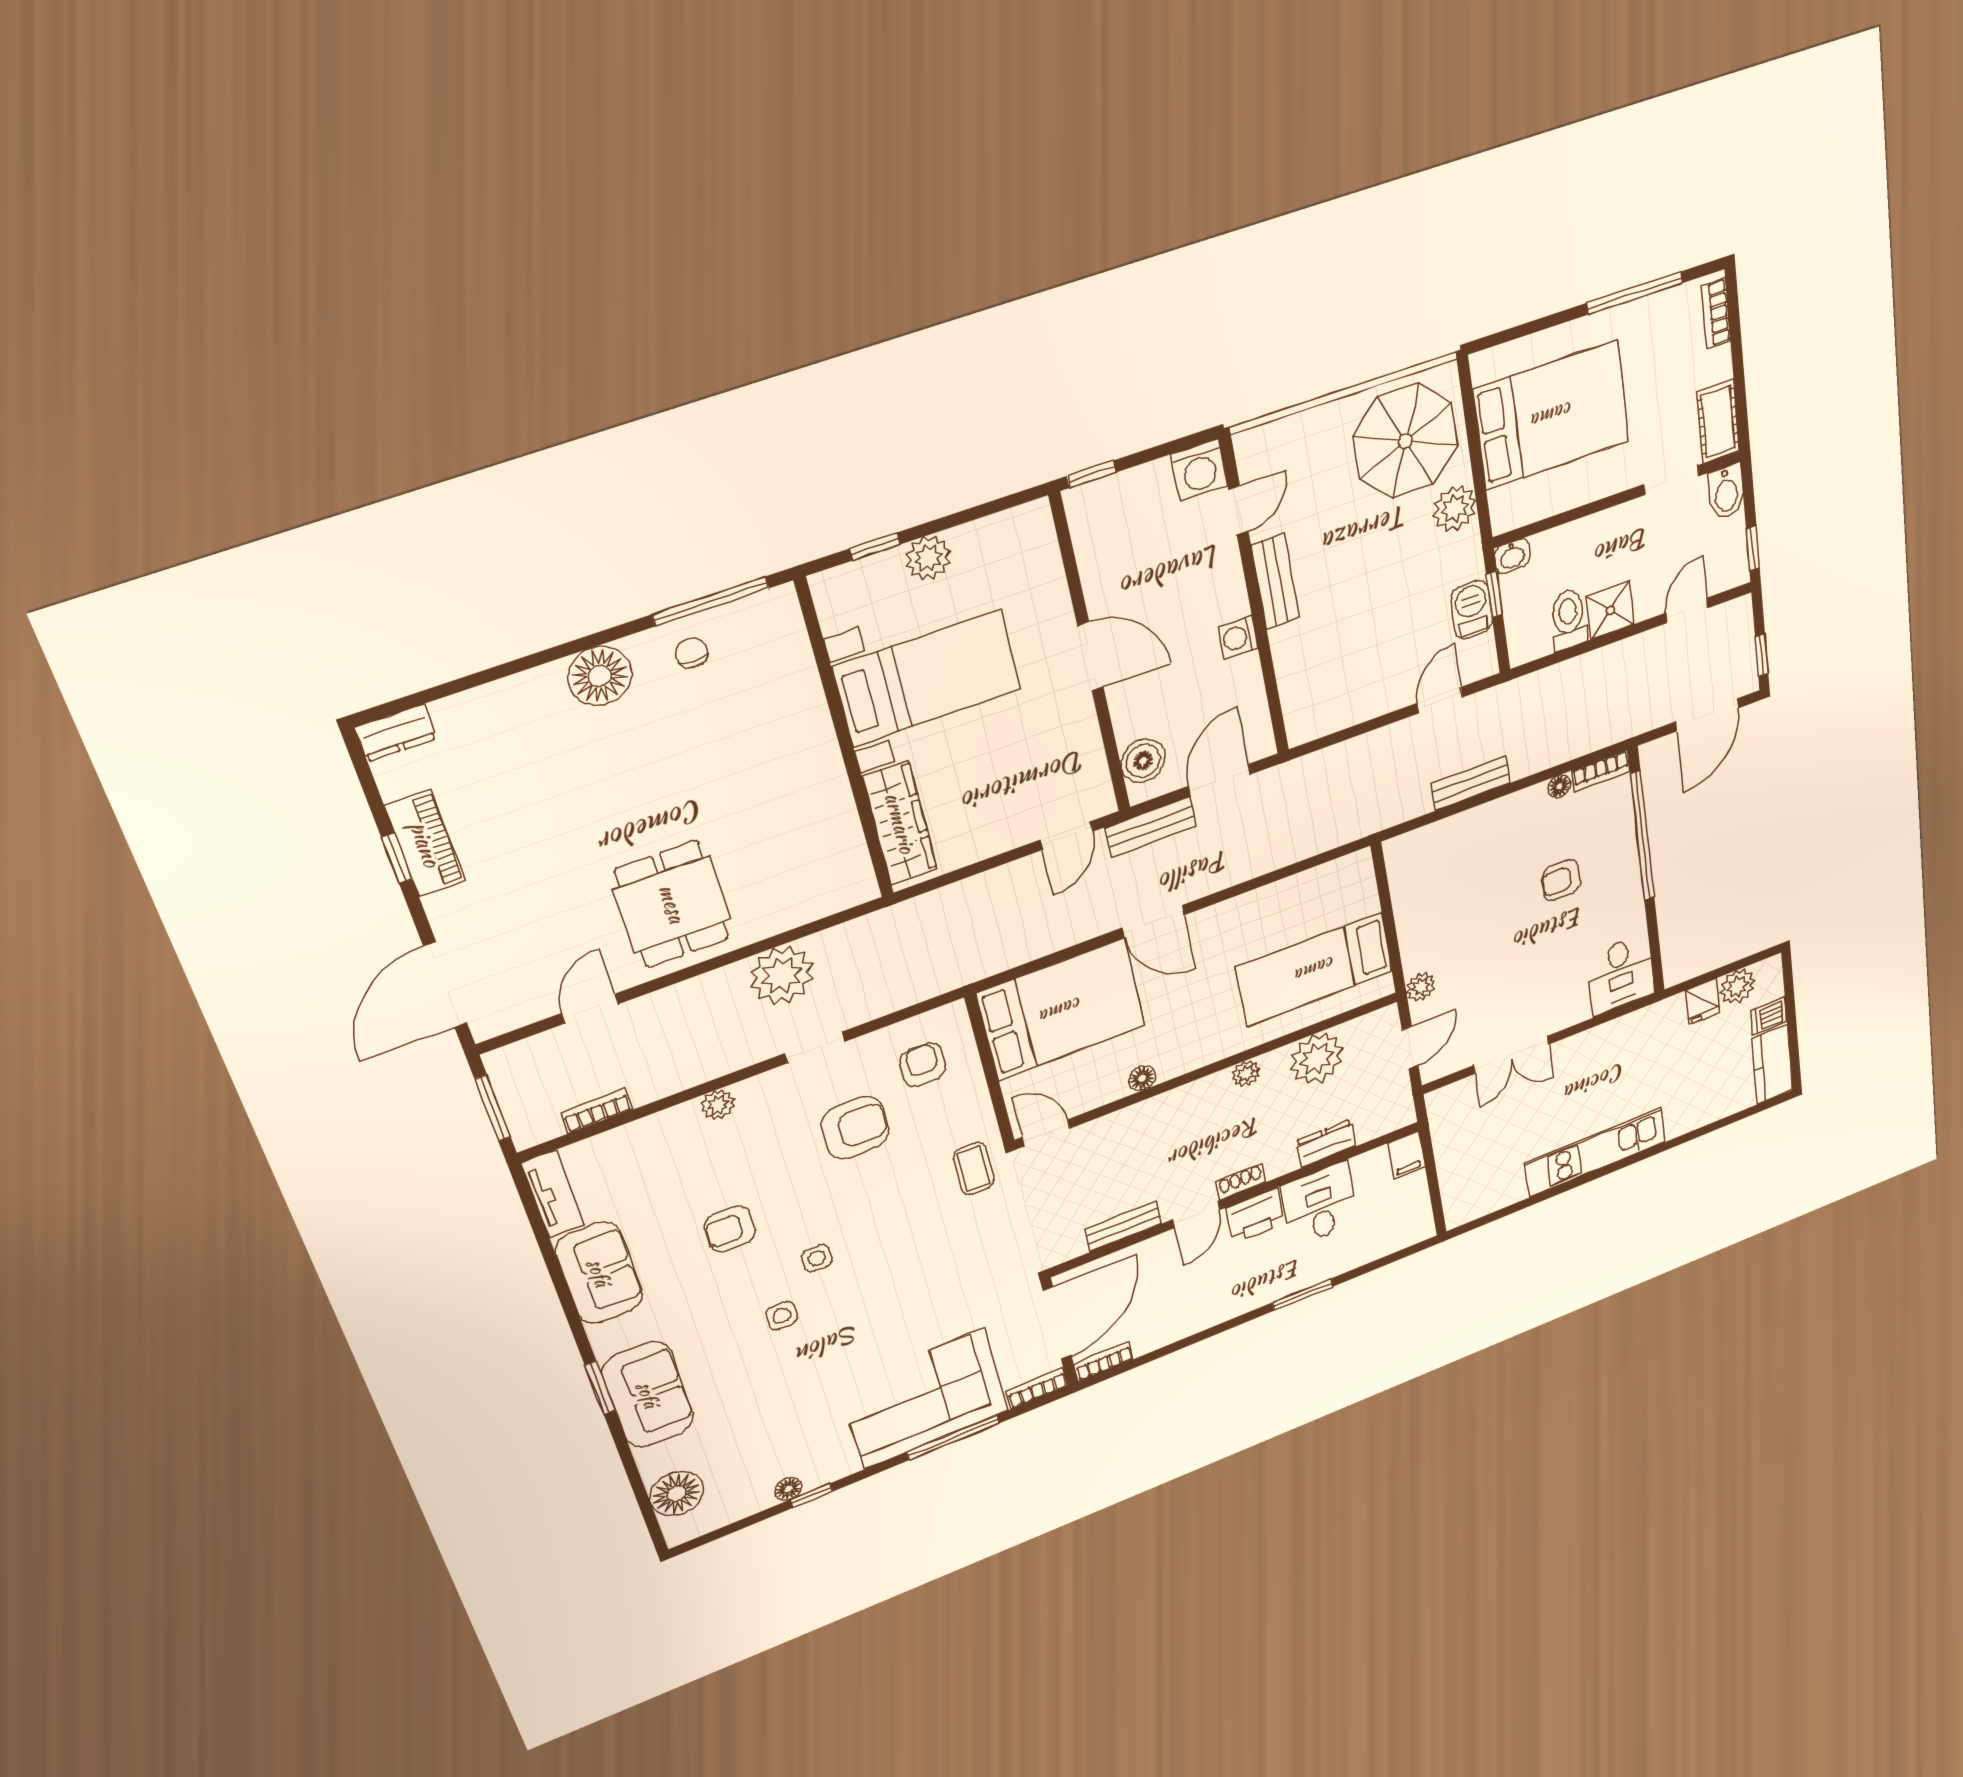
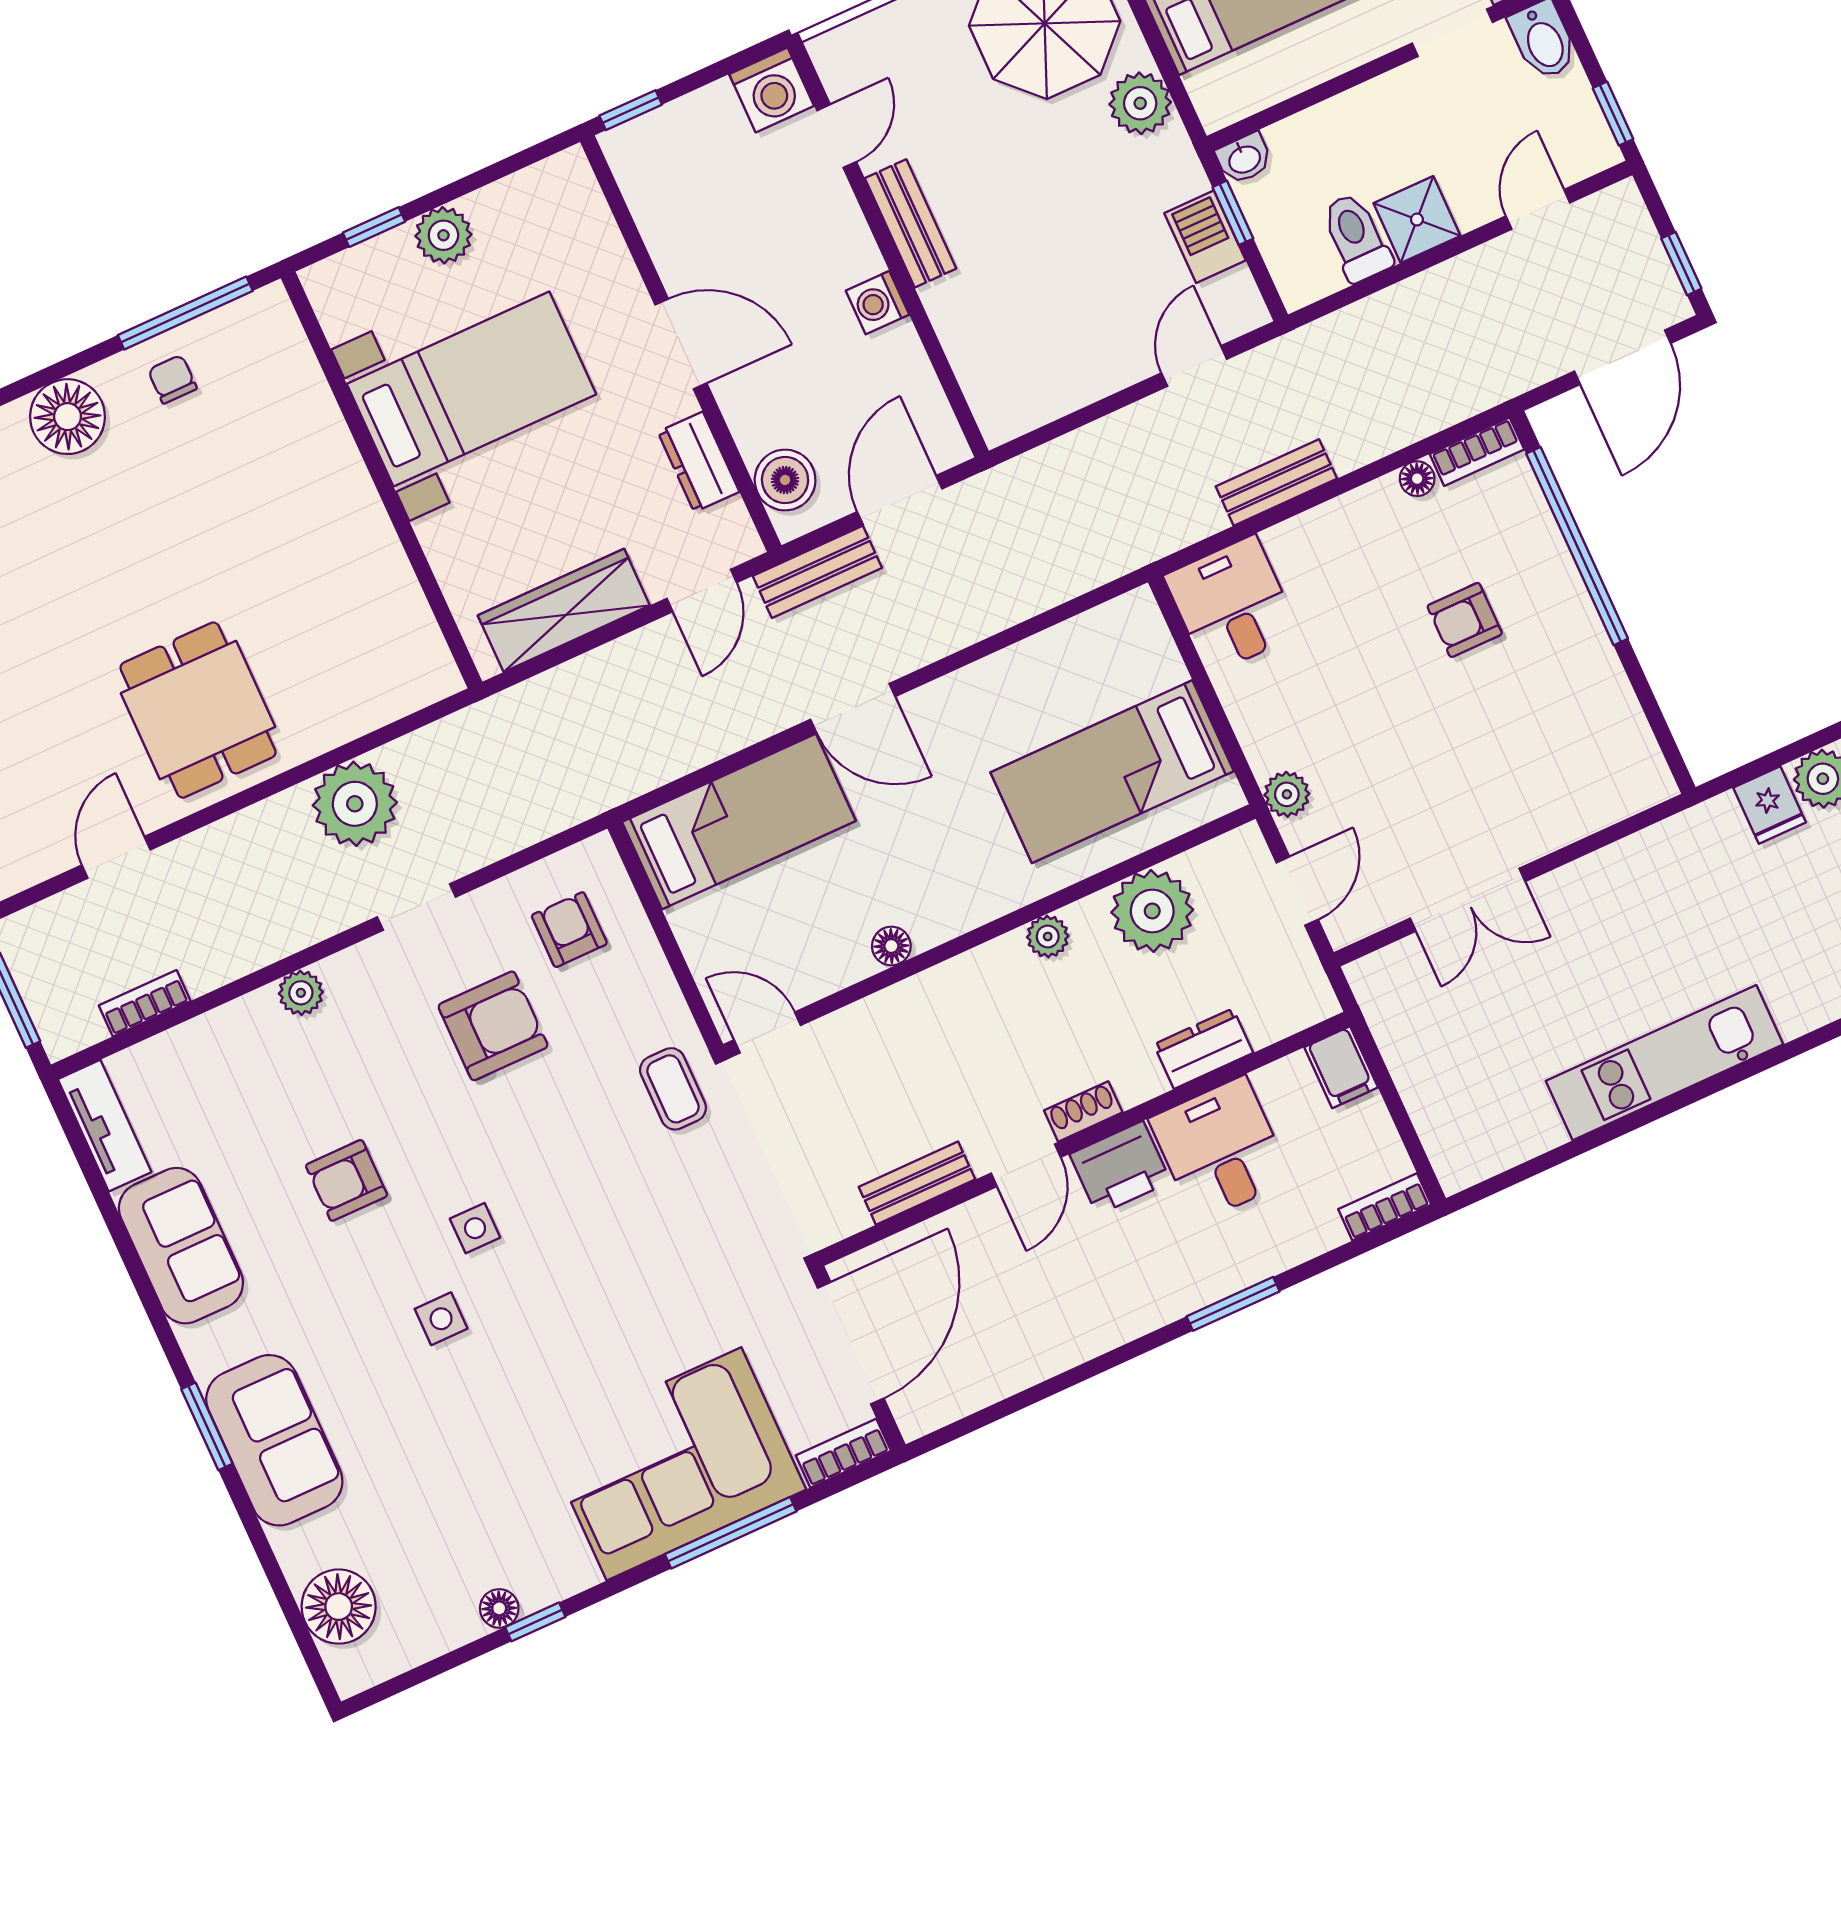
dresser: (1084, 744) -> (699, 462), added
wardrobe: (900, 823) -> (564, 610), moved, turned -90
desk: (1620, 974) -> (1232, 605), moved, turned 180
bed: (1061, 1010) -> (739, 821), width x0.67
bookcase: (1104, 1361) -> (1385, 1207), moved

